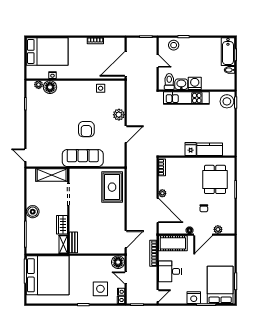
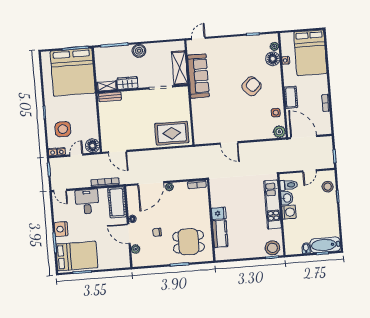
cot: (87, 73) -> (291, 97), added
plant: (119, 115) -> (279, 132), moved
armchair: (86, 129) -> (252, 86), moved, turned 136
sofa: (83, 158) -> (198, 76), moved

